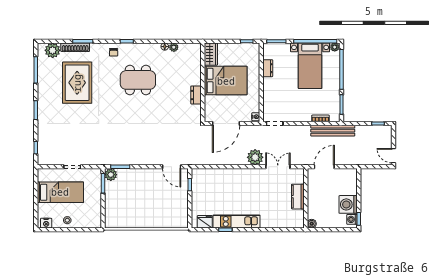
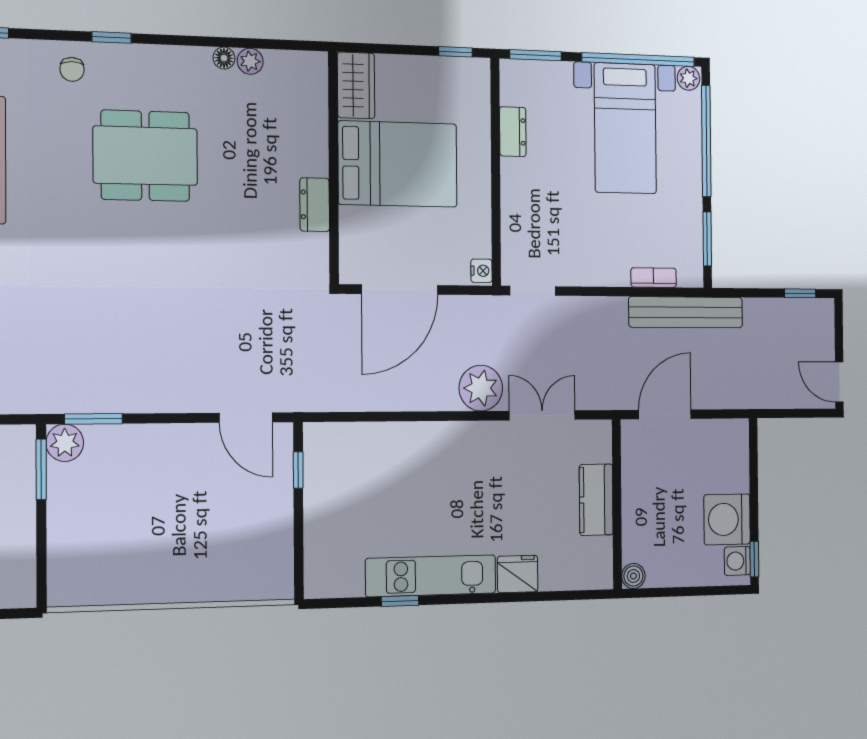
fridge: (205, 222) -> (518, 574), moved

